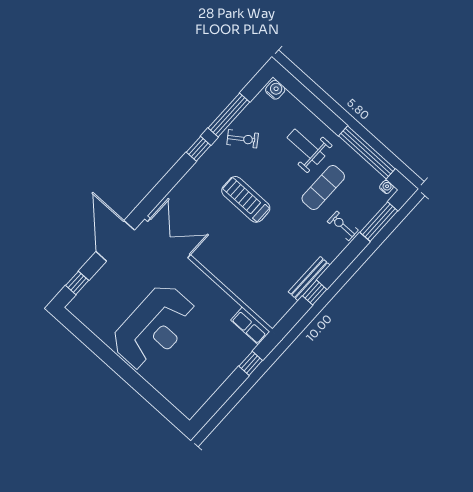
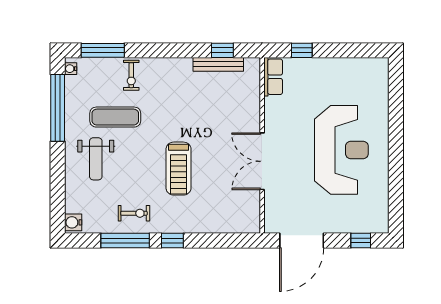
exercise bike: (243, 139) -> (134, 213), turned 125
double door: (169, 238) -> (262, 161), moved
bench: (309, 279) -> (218, 64), moved
window: (315, 293) -> (222, 50), moved
reception desk: (154, 327) -> (341, 150), turned 90

